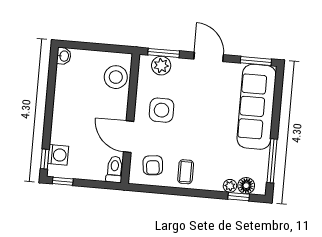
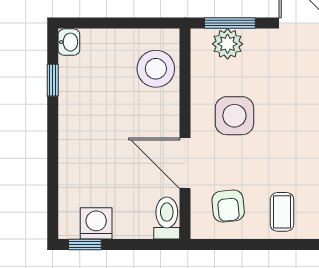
washing machine: (58, 155) -> (96, 223), moved, turned -90
window: (45, 159) -> (53, 80), moved

